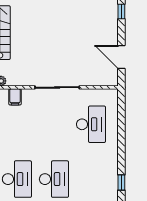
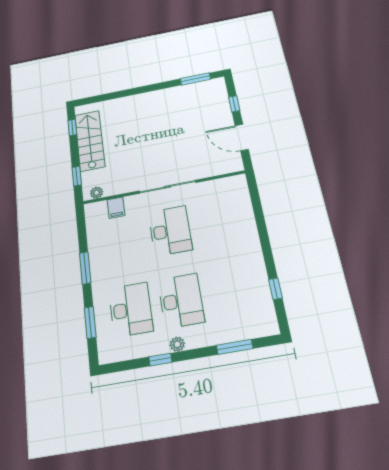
window: (121, 12) -> (234, 104), moved
desk: (91, 124) -> (170, 231), moved

